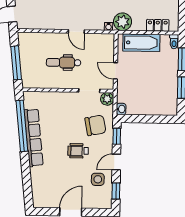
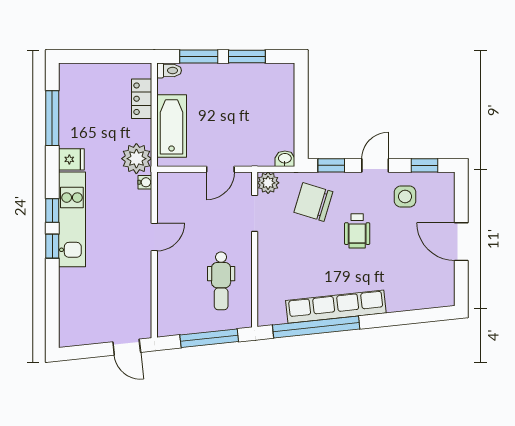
dental chair: (64, 63) -> (221, 281), moved
chair: (95, 125) -> (313, 202), turned -62
door: (116, 162) -> (375, 165), swing flipped

